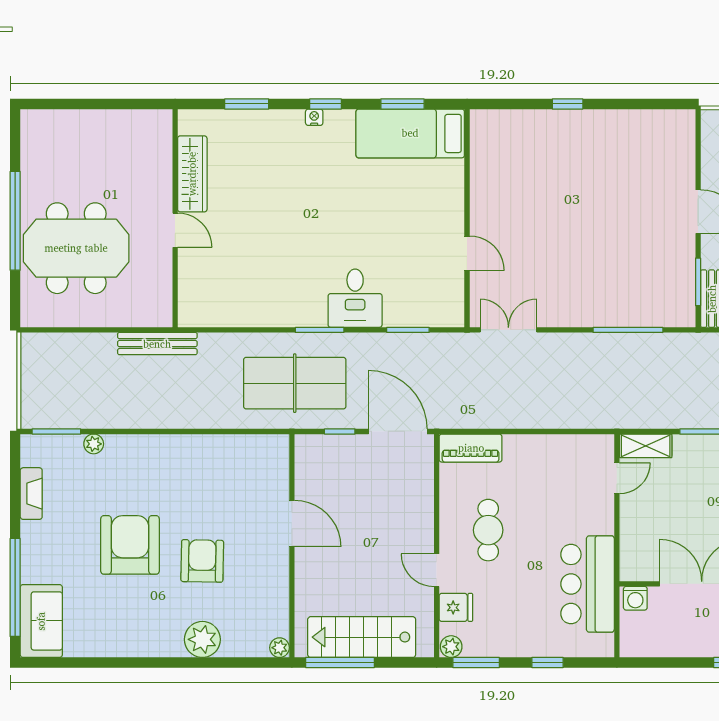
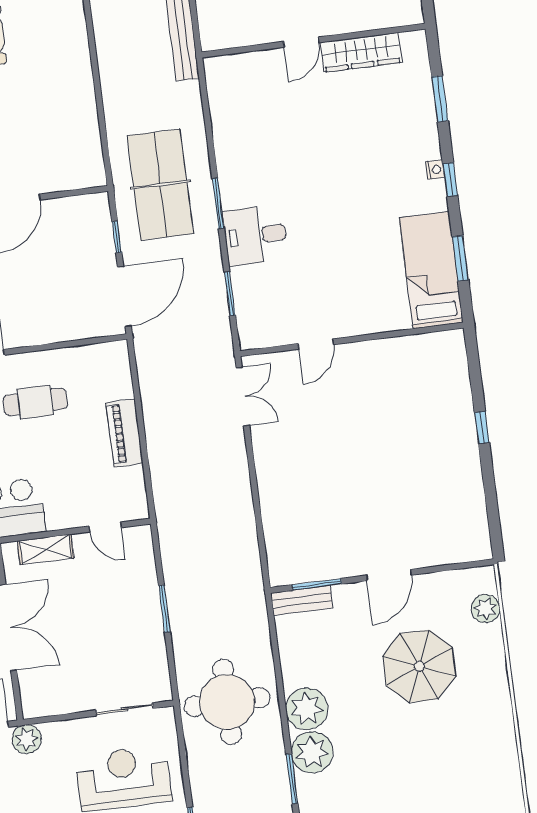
window: (628, 330) -> (259, 519), removed
shelving: (646, 446) -> (46, 549), moved, turned 90
piano: (471, 448) -> (125, 433), moved

